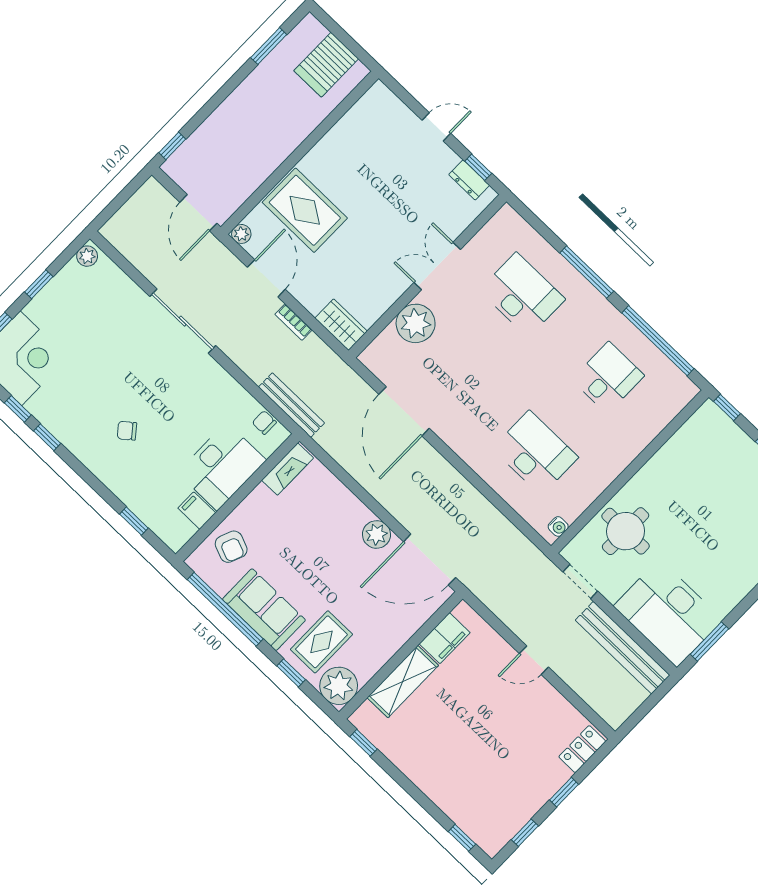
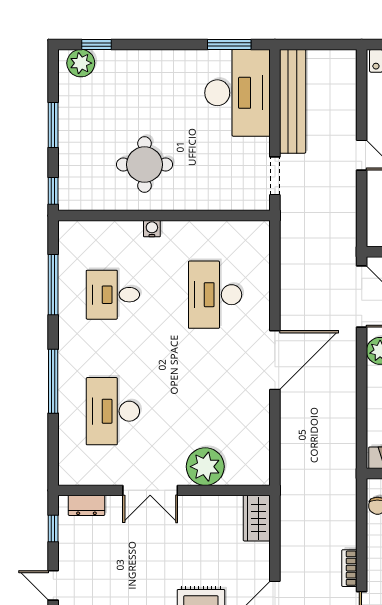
dresser: (469, 180) -> (86, 505), moved, turned 90
bookcase: (294, 322) -> (349, 568), moved, turned 180
window: (658, 341) -> (53, 285), width x0.68
bench: (291, 405) -> (347, 498), removed
door: (404, 411) -> (275, 360), moved
water cooler: (558, 527) -> (152, 229), moved
round table: (626, 531) -> (144, 165), moved

